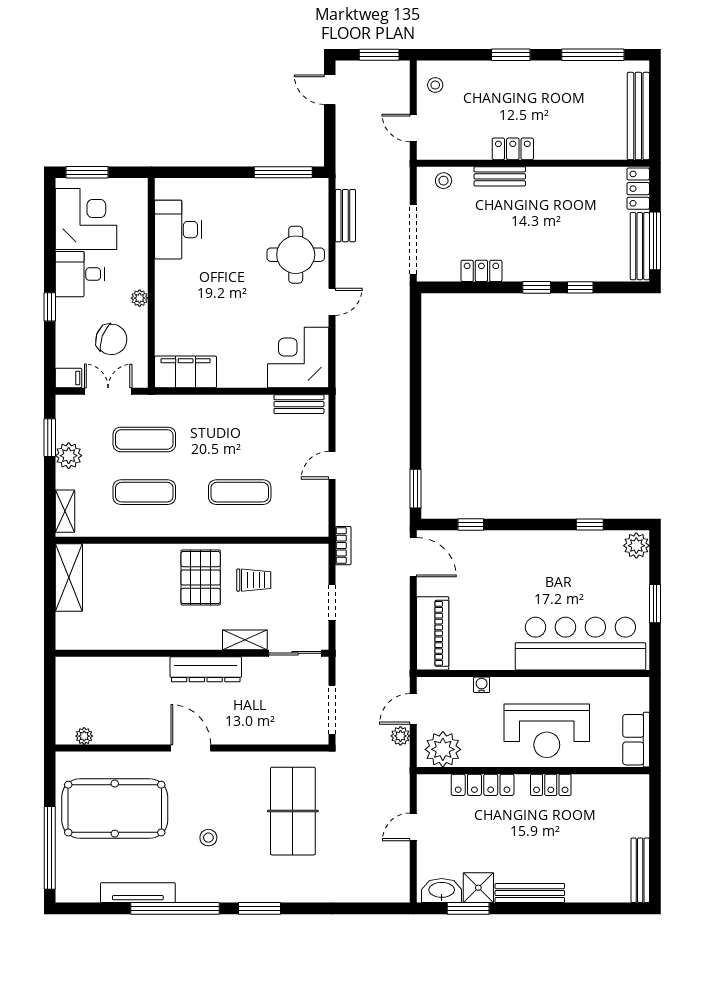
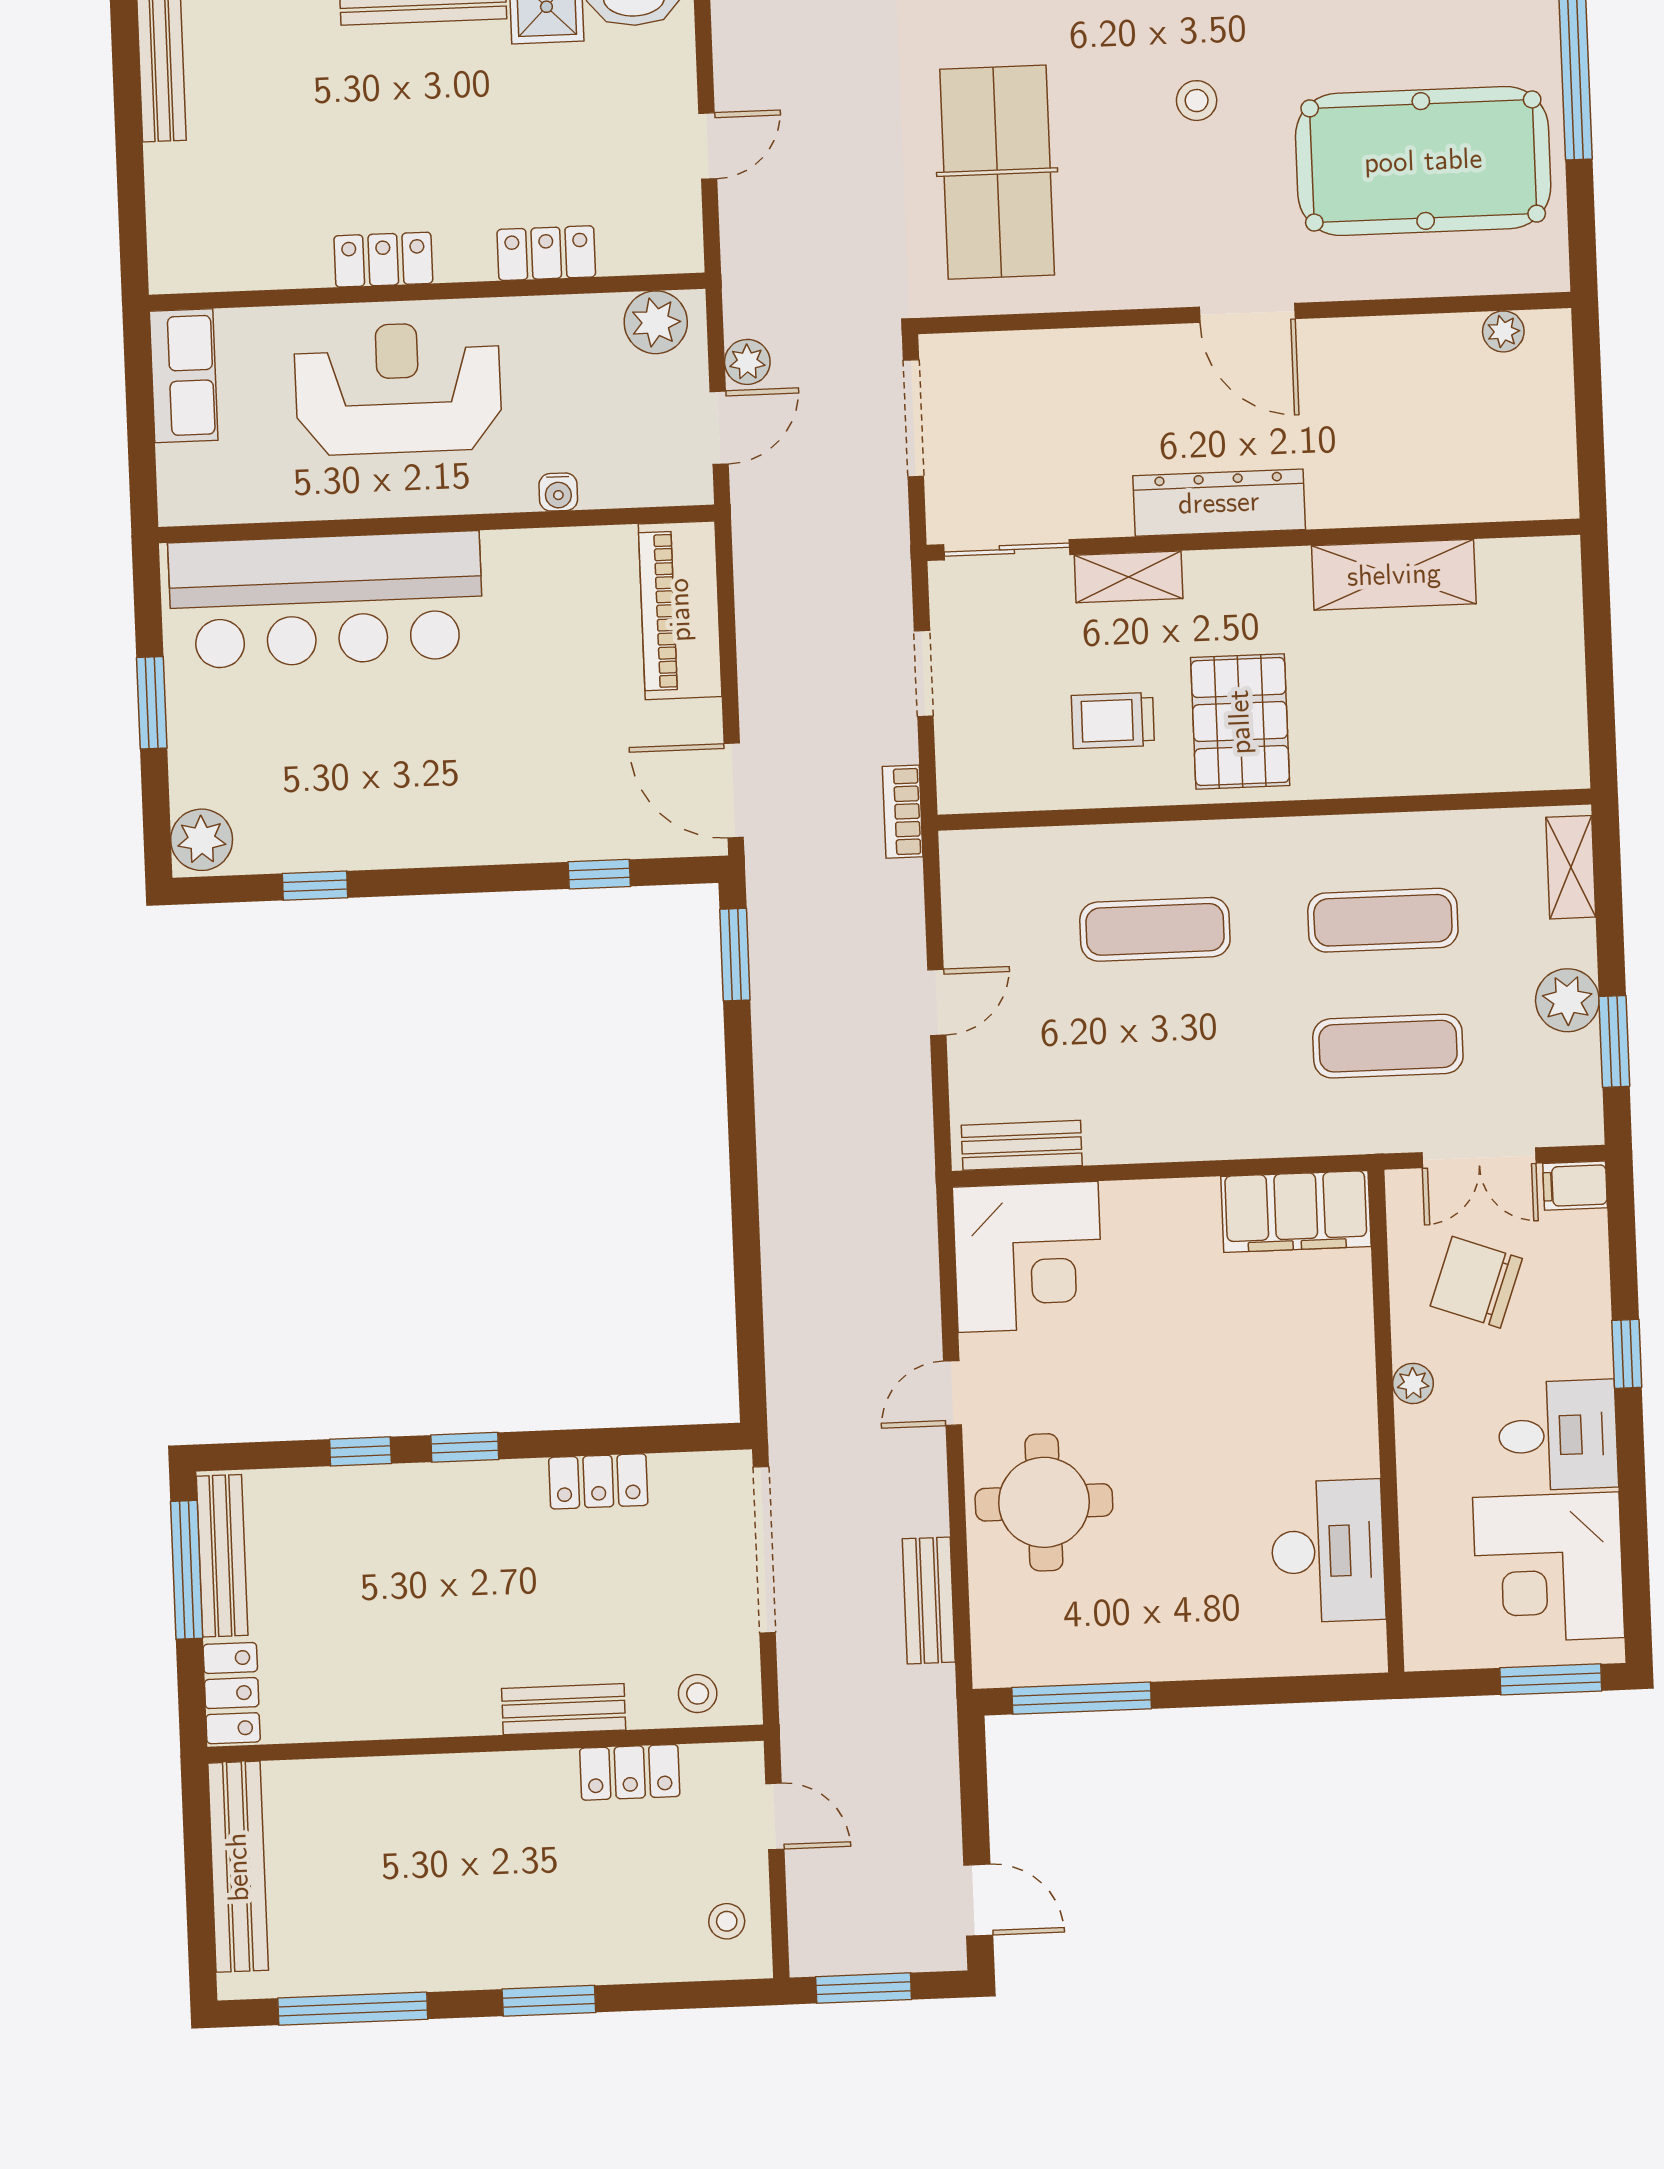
locker: (513, 149) -> (630, 1772), moved
shelving: (69, 578) -> (1394, 575), moved, turned 90
plant: (443, 749) -> (656, 322), width x0.73, depth x0.73
locker: (483, 785) -> (546, 253), width x0.66

